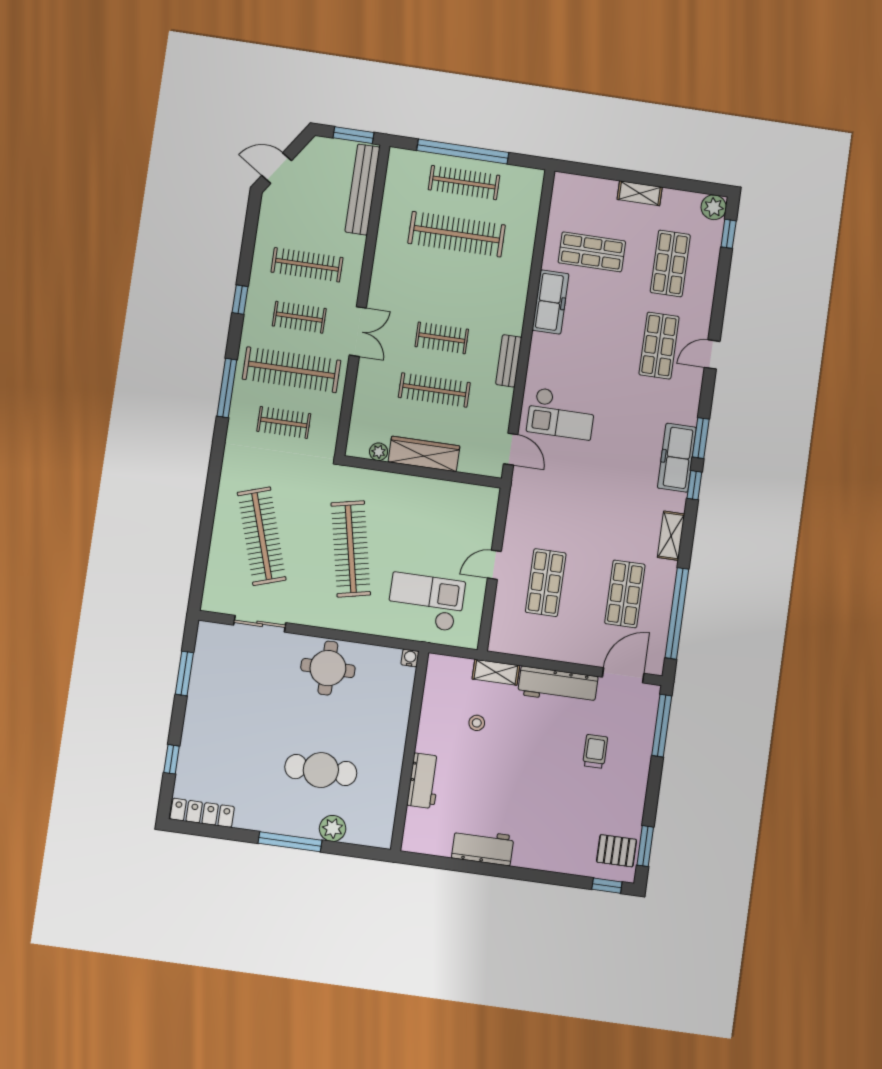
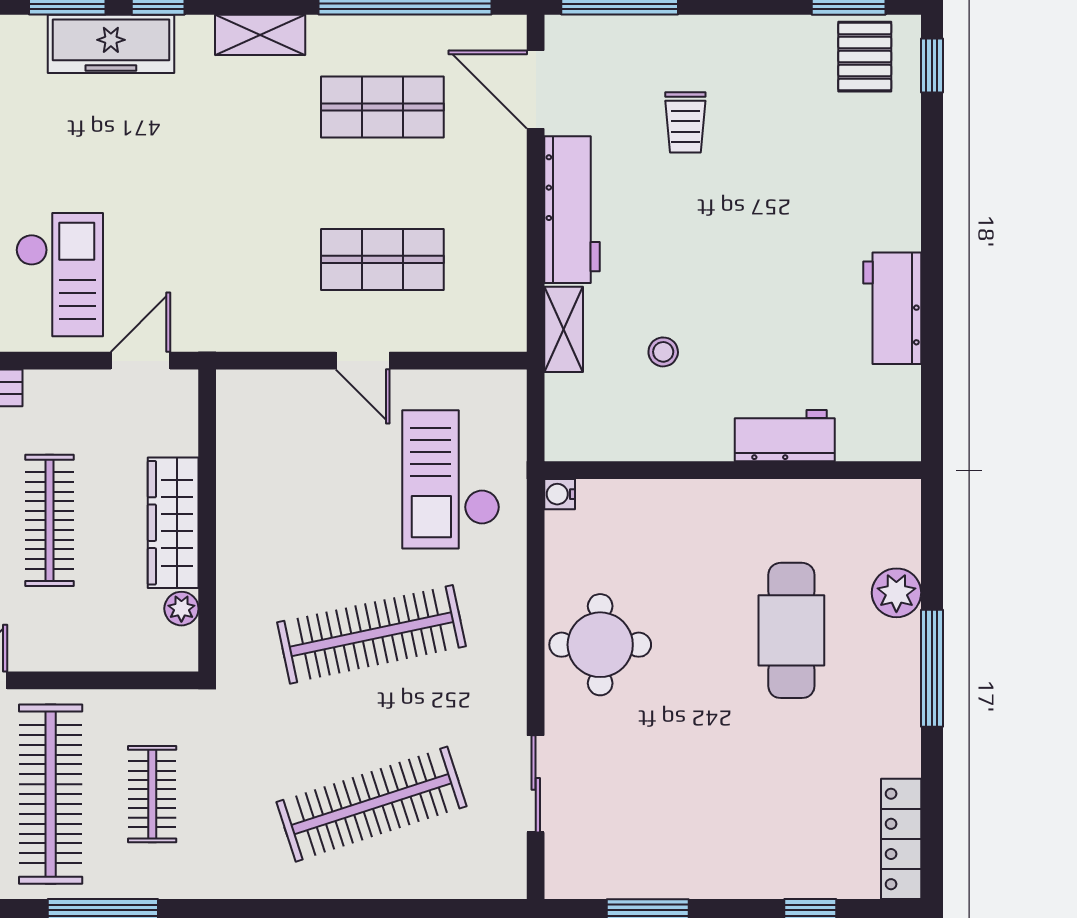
trolley: (595, 751) -> (685, 122), turned -90

